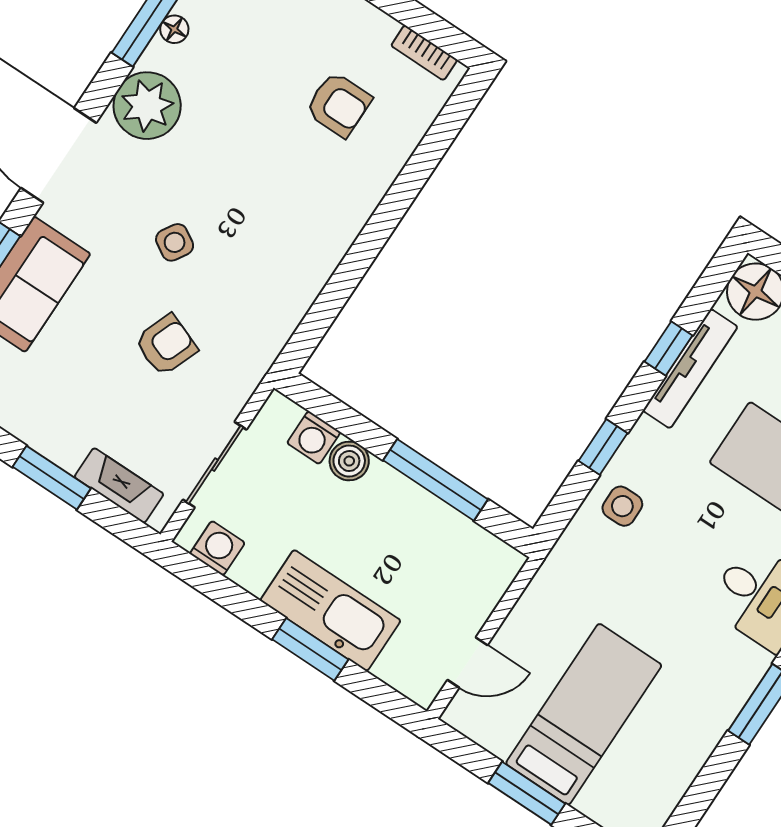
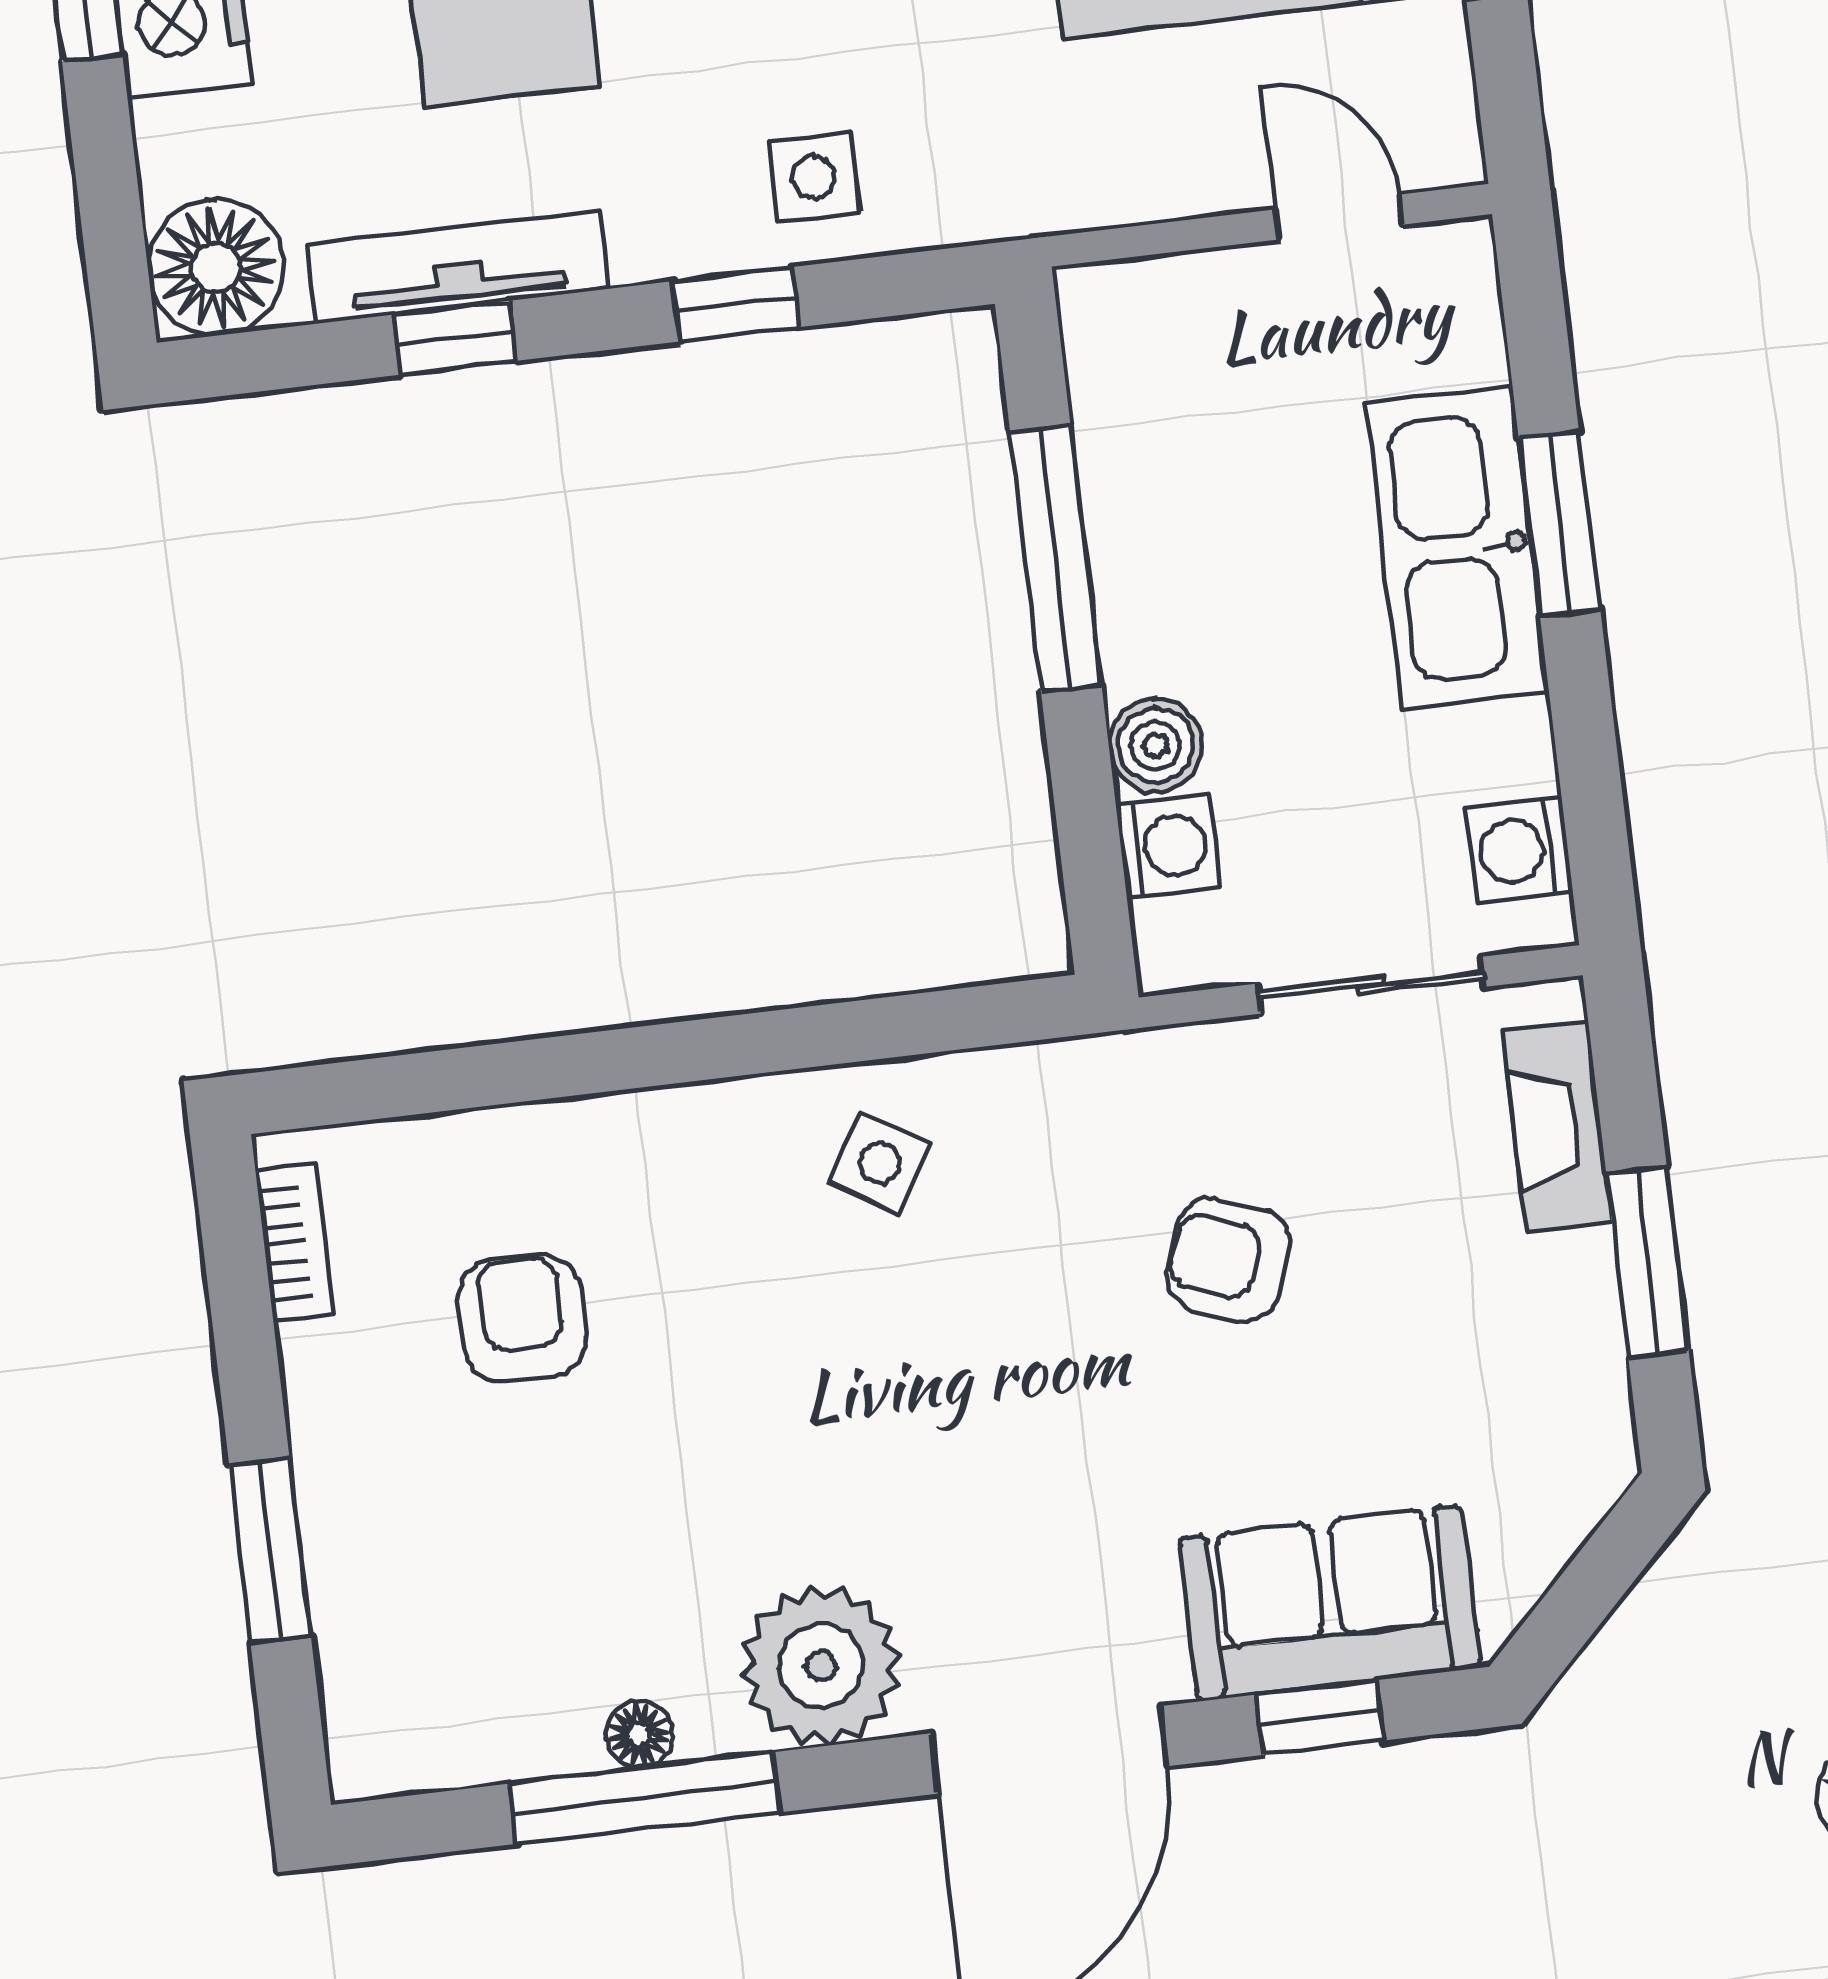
side table: (175, 242) -> (880, 1163), moved

